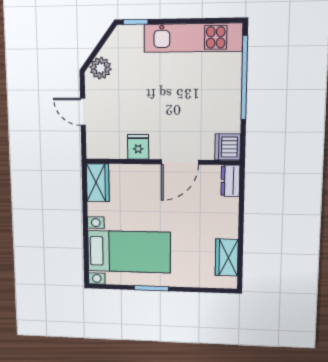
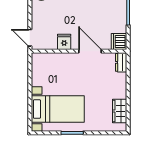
door: (83, 112) -> (30, 38), moved
door: (180, 162) -> (90, 51), swing flipped
wardrobe: (98, 183) -> (38, 65), removed

